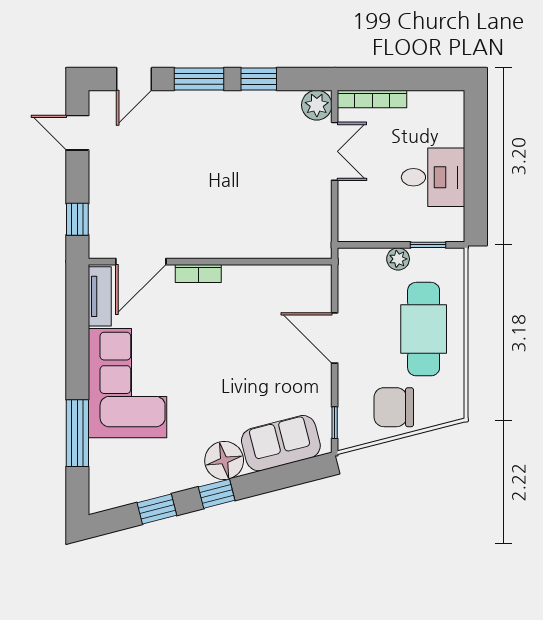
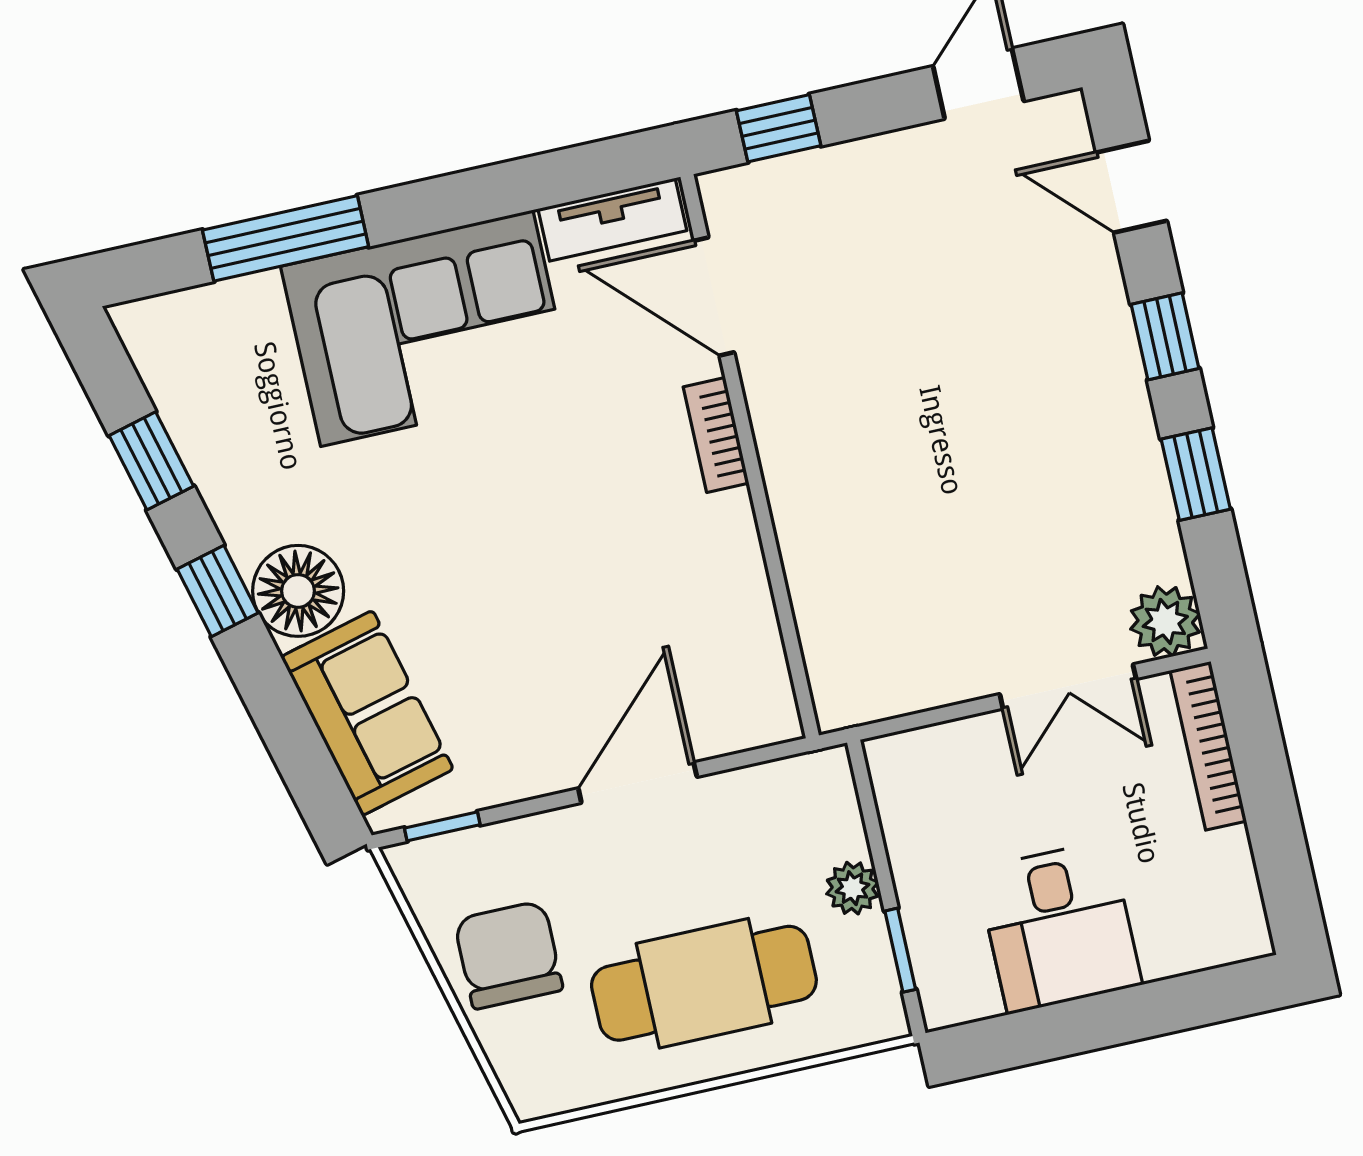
window: (199, 79) -> (1165, 336), width x0.67

